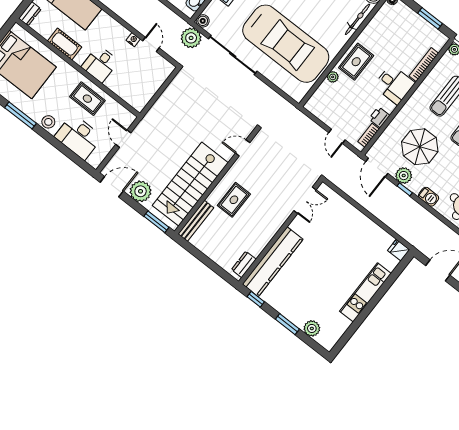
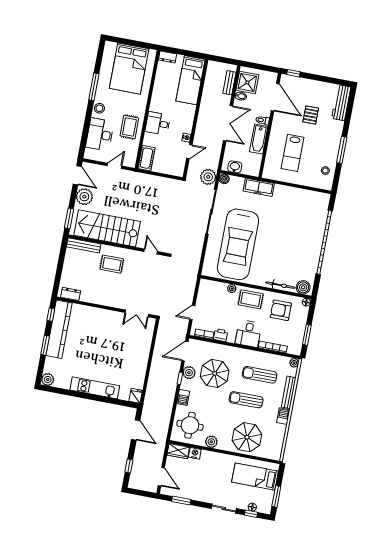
armchair: (387, 34) -> (281, 310), added
cot: (65, 44) -> (146, 158), moved
kitchen counter: (273, 262) -> (59, 329), moved, turned -90
plant: (312, 328) -> (48, 380), moved

